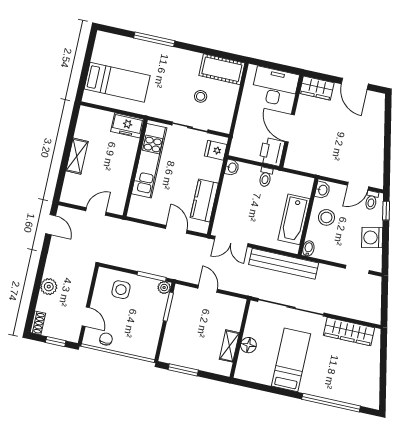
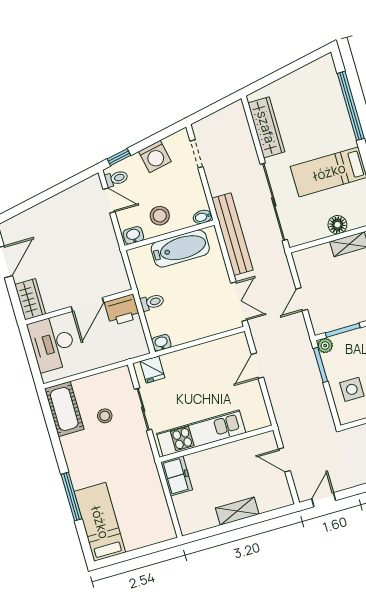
bed: (117, 82) -> (100, 522), moved
kitchen counter: (204, 200) -> (211, 353), removed

